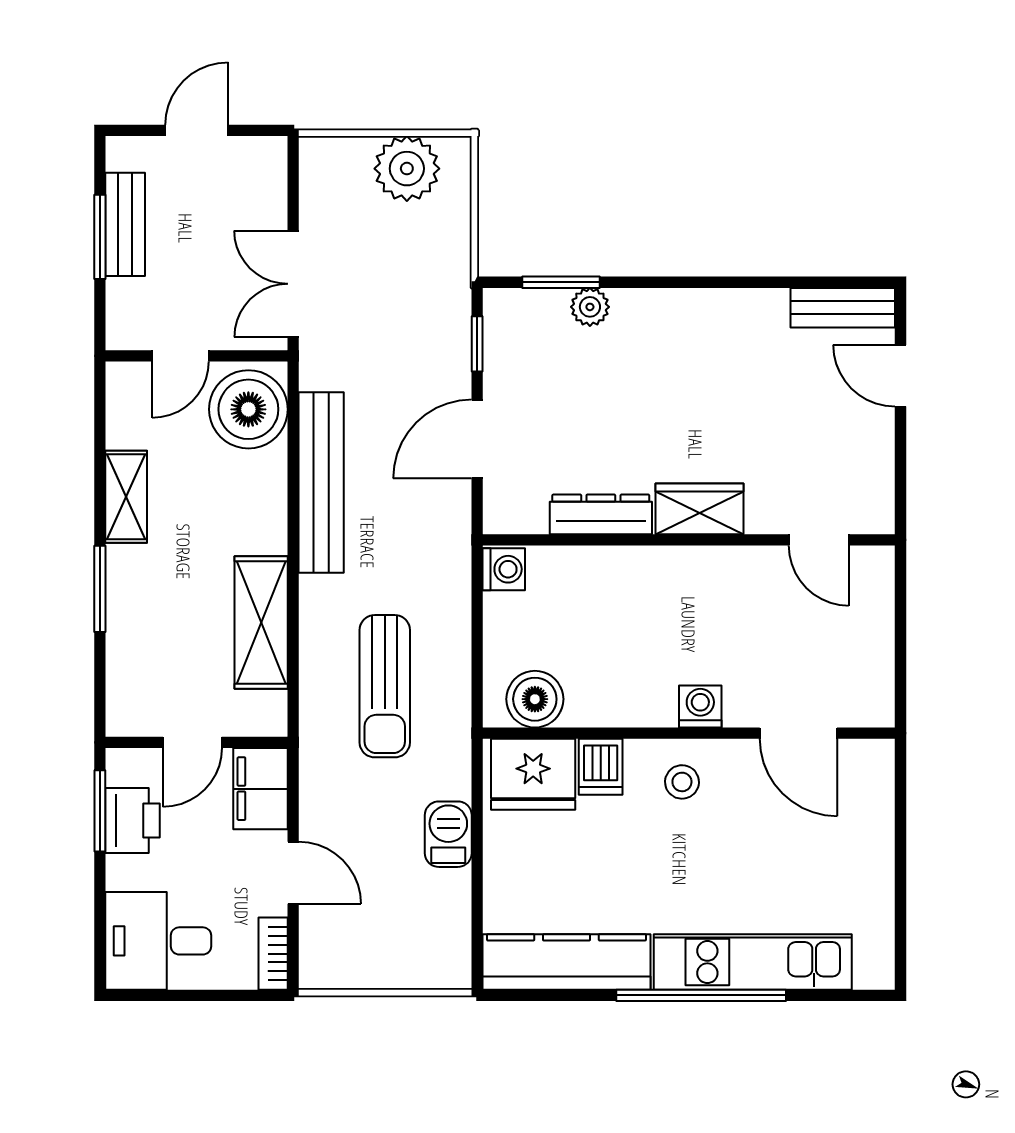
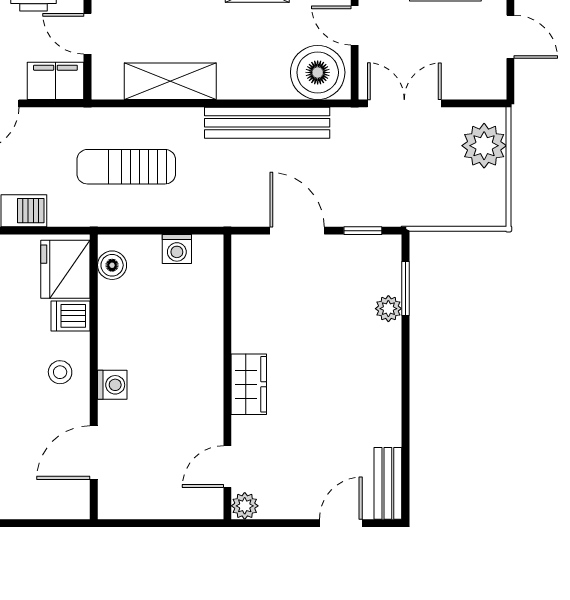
plant: (407, 169) -> (484, 146), moved
dresser: (601, 514) -> (245, 316), removed
plant: (875, 515) -> (245, 506), added
washing machine: (504, 569) -> (177, 249), moved
boiler: (535, 699) -> (112, 265), width x0.73, depth x0.73

